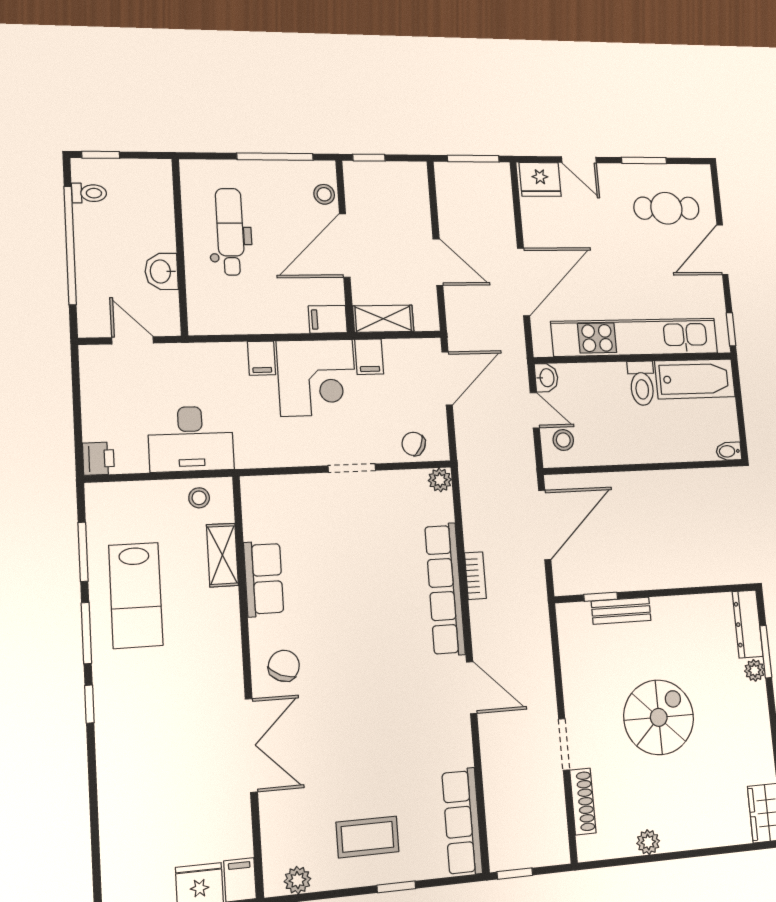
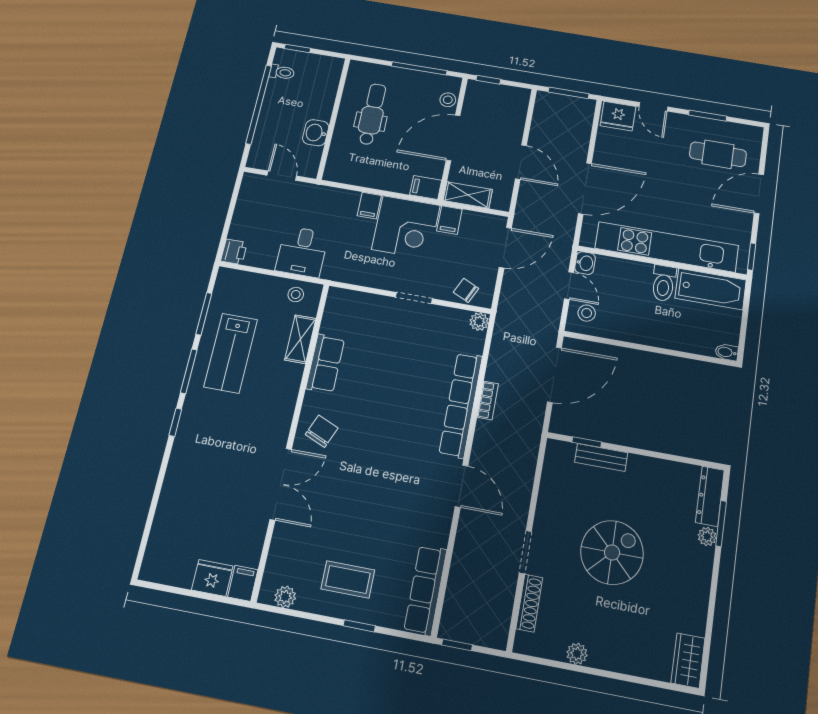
desk: (191, 439) -> (302, 252), width x0.73

